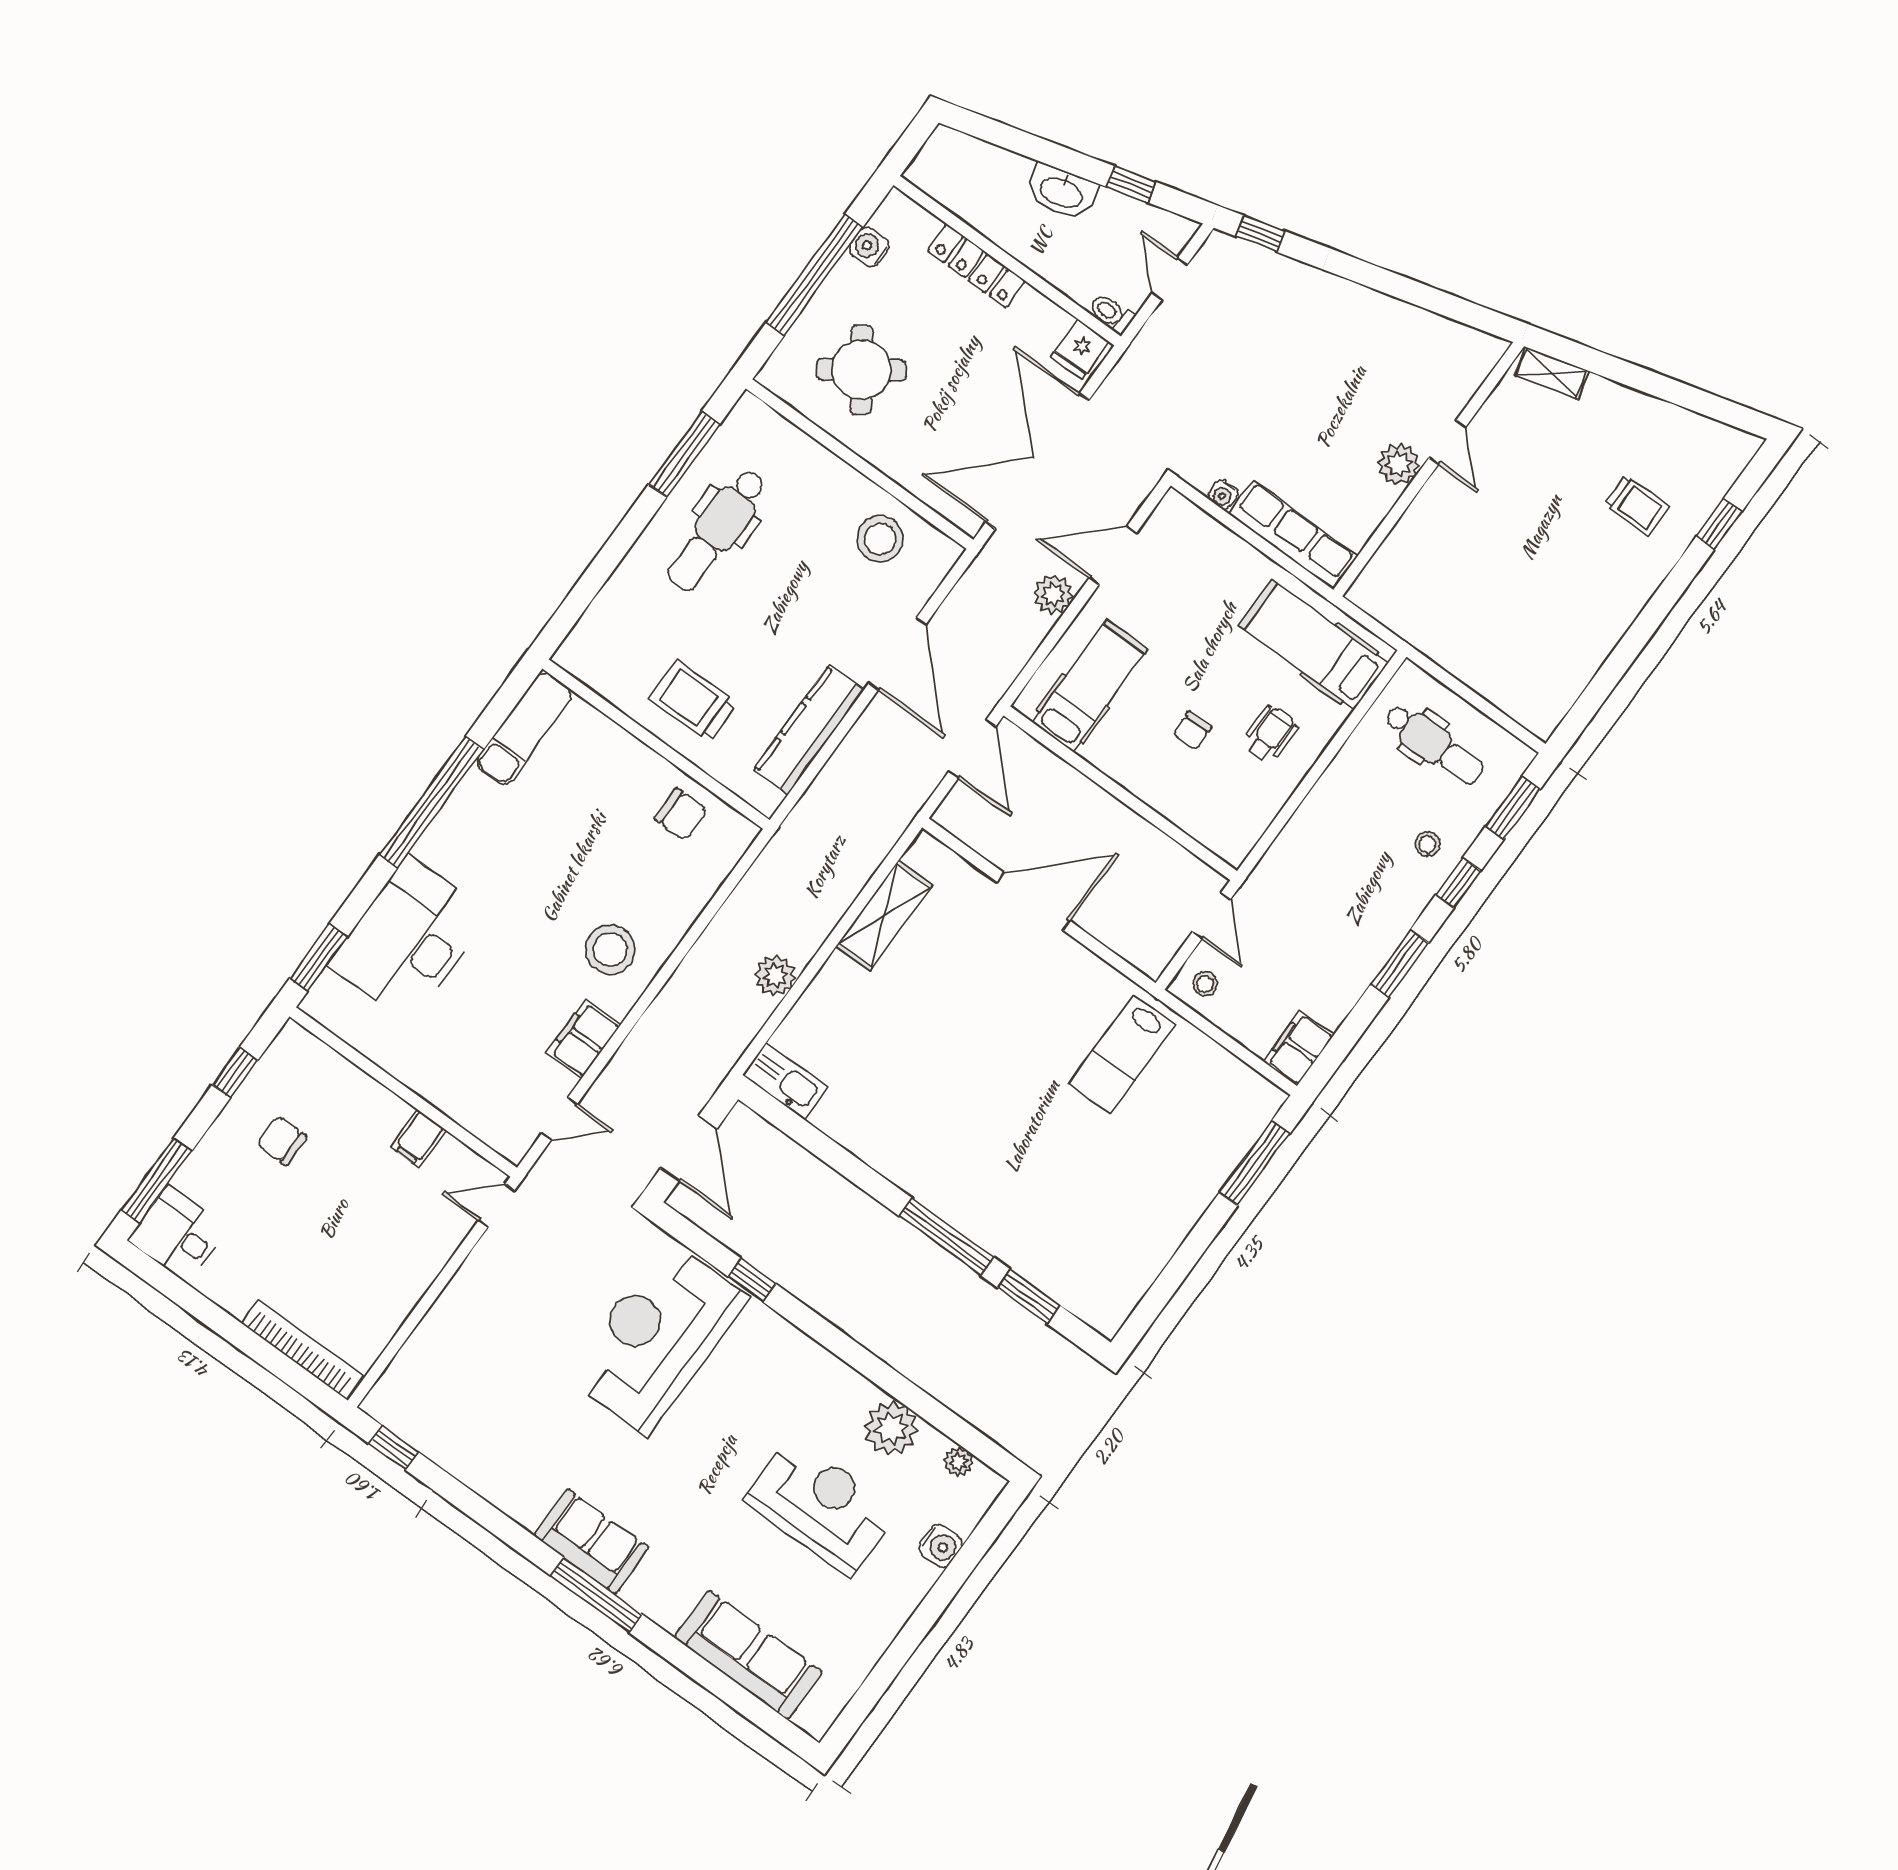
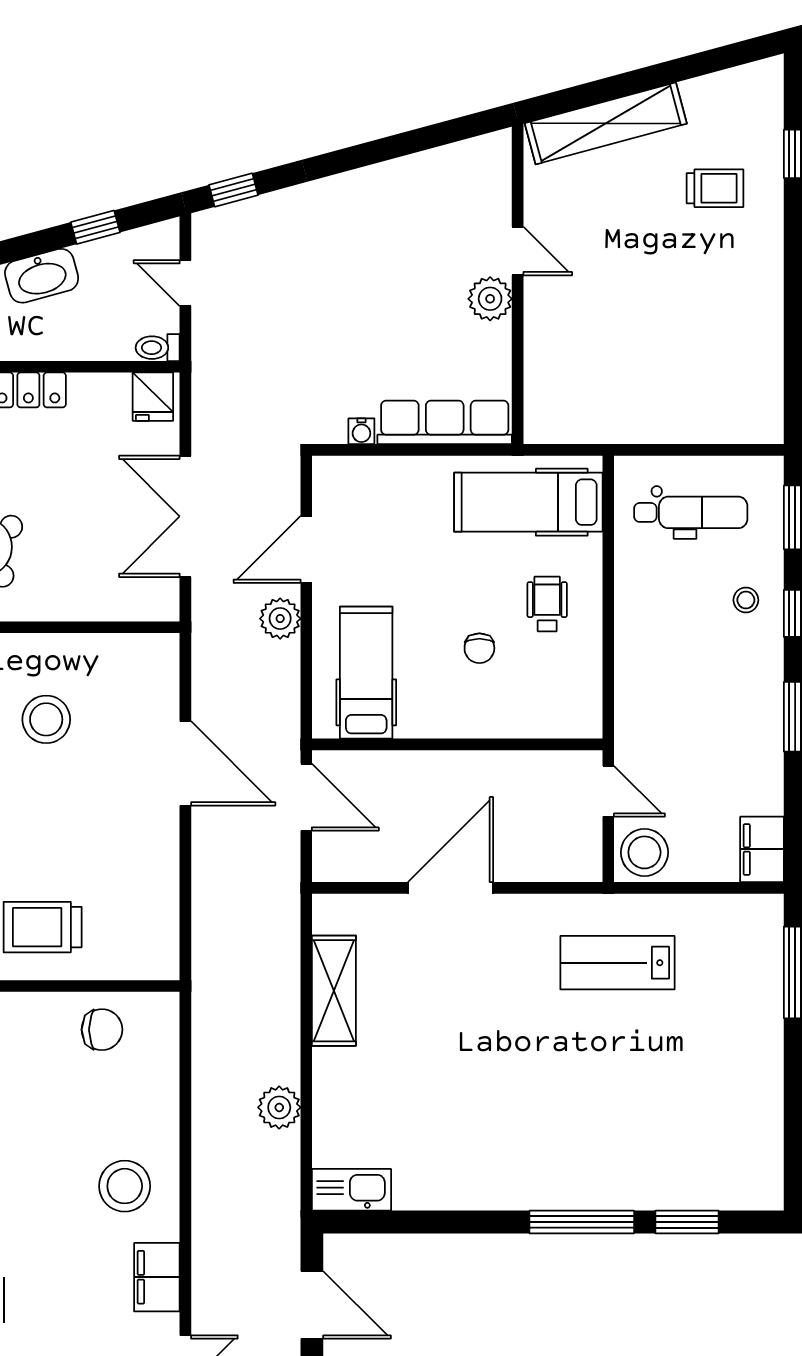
shelving: (1552, 373) -> (606, 123), width x2.20, depth x1.33
double door: (1037, 461) -> (185, 516), width x0.73
stool: (880, 539) -> (46, 719), moved
kitchen counter: (809, 730) -> (157, 881), removed
stool: (1205, 984) -> (644, 852), width x1.89, depth x1.89
lab bench: (1122, 1055) -> (617, 963), turned 90

